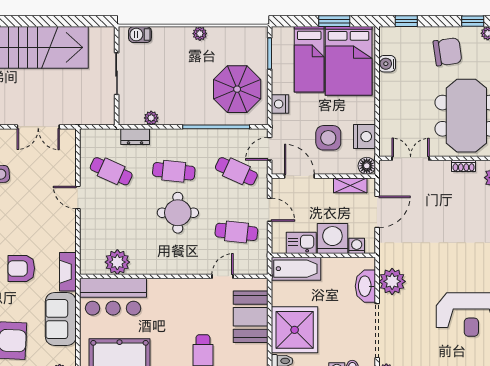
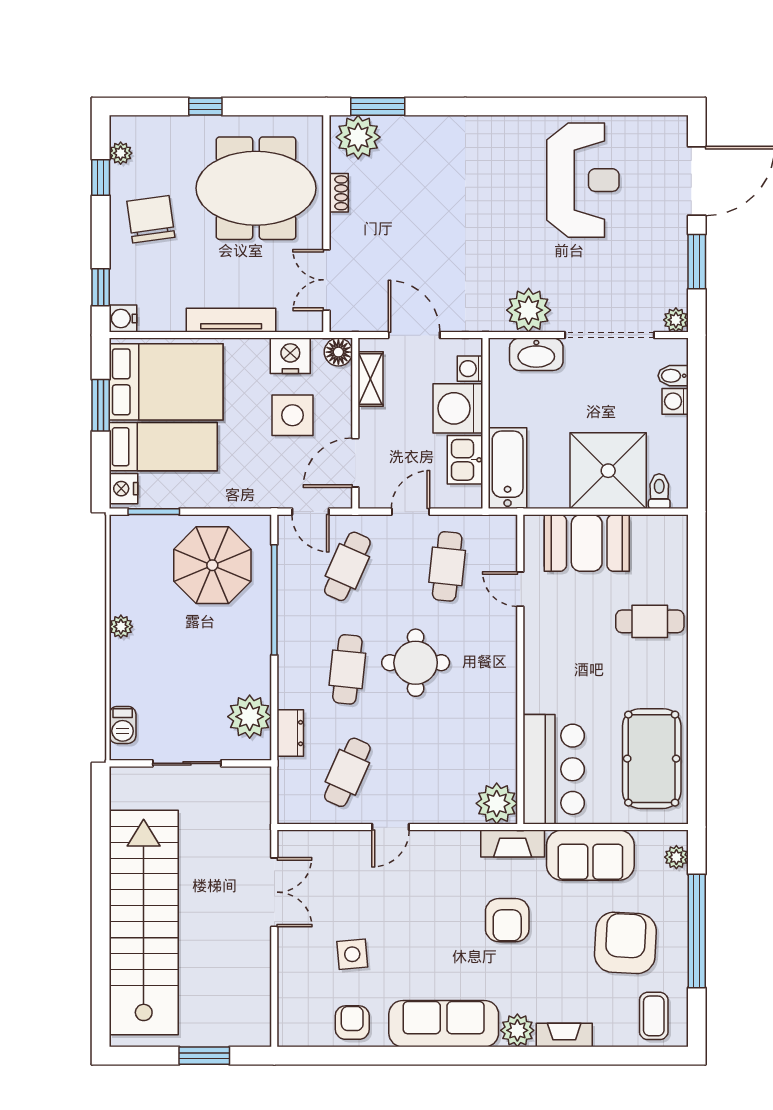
water cooler: (387, 64) -> (123, 319), moved, turned 90
tv unit: (386, 101) -> (231, 320), added
nightstand: (280, 104) -> (123, 489), moved, turned 90
plant: (151, 118) -> (250, 717), width x1.88, depth x1.88
plant: (117, 262) -> (497, 803), moved

